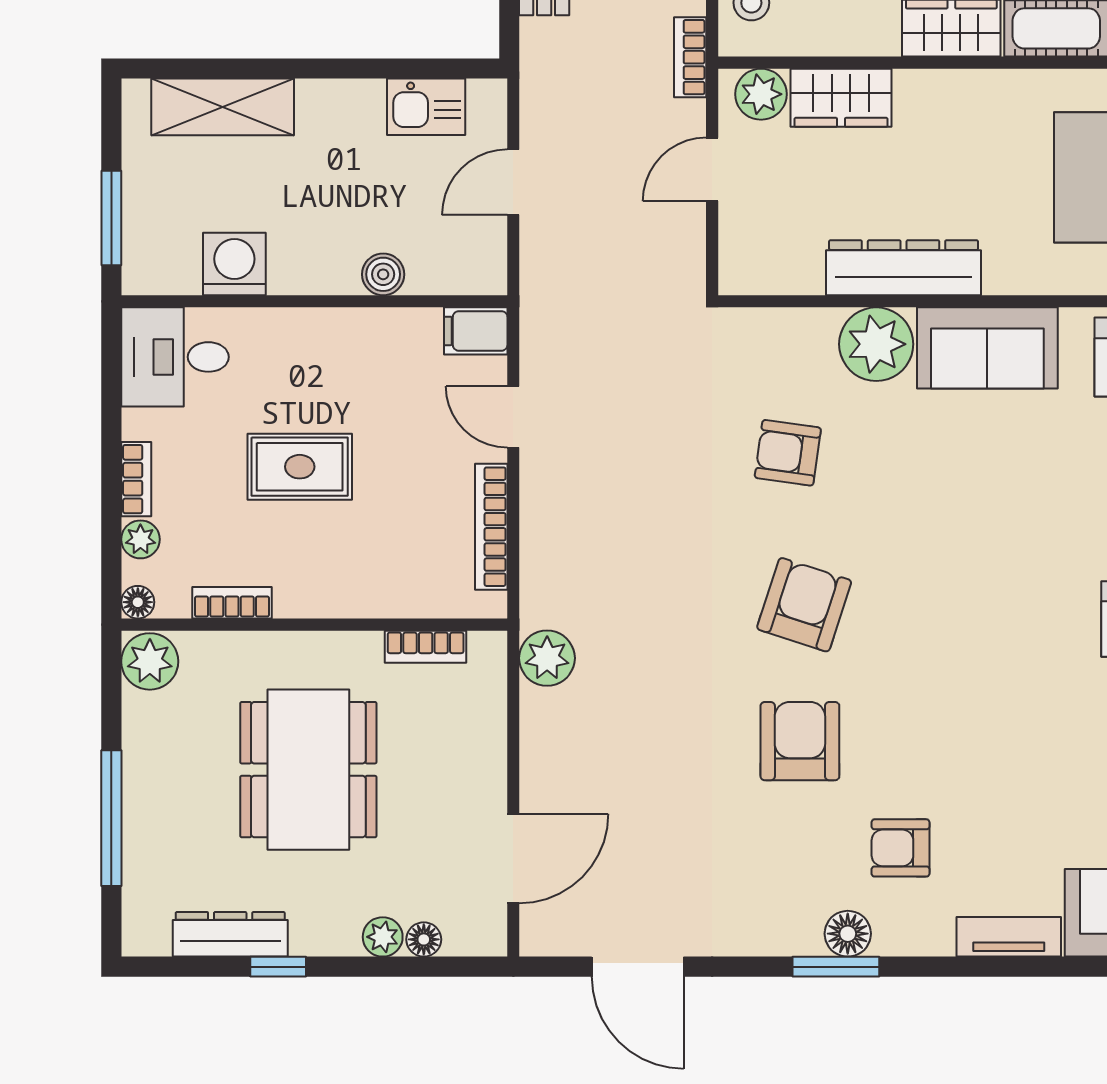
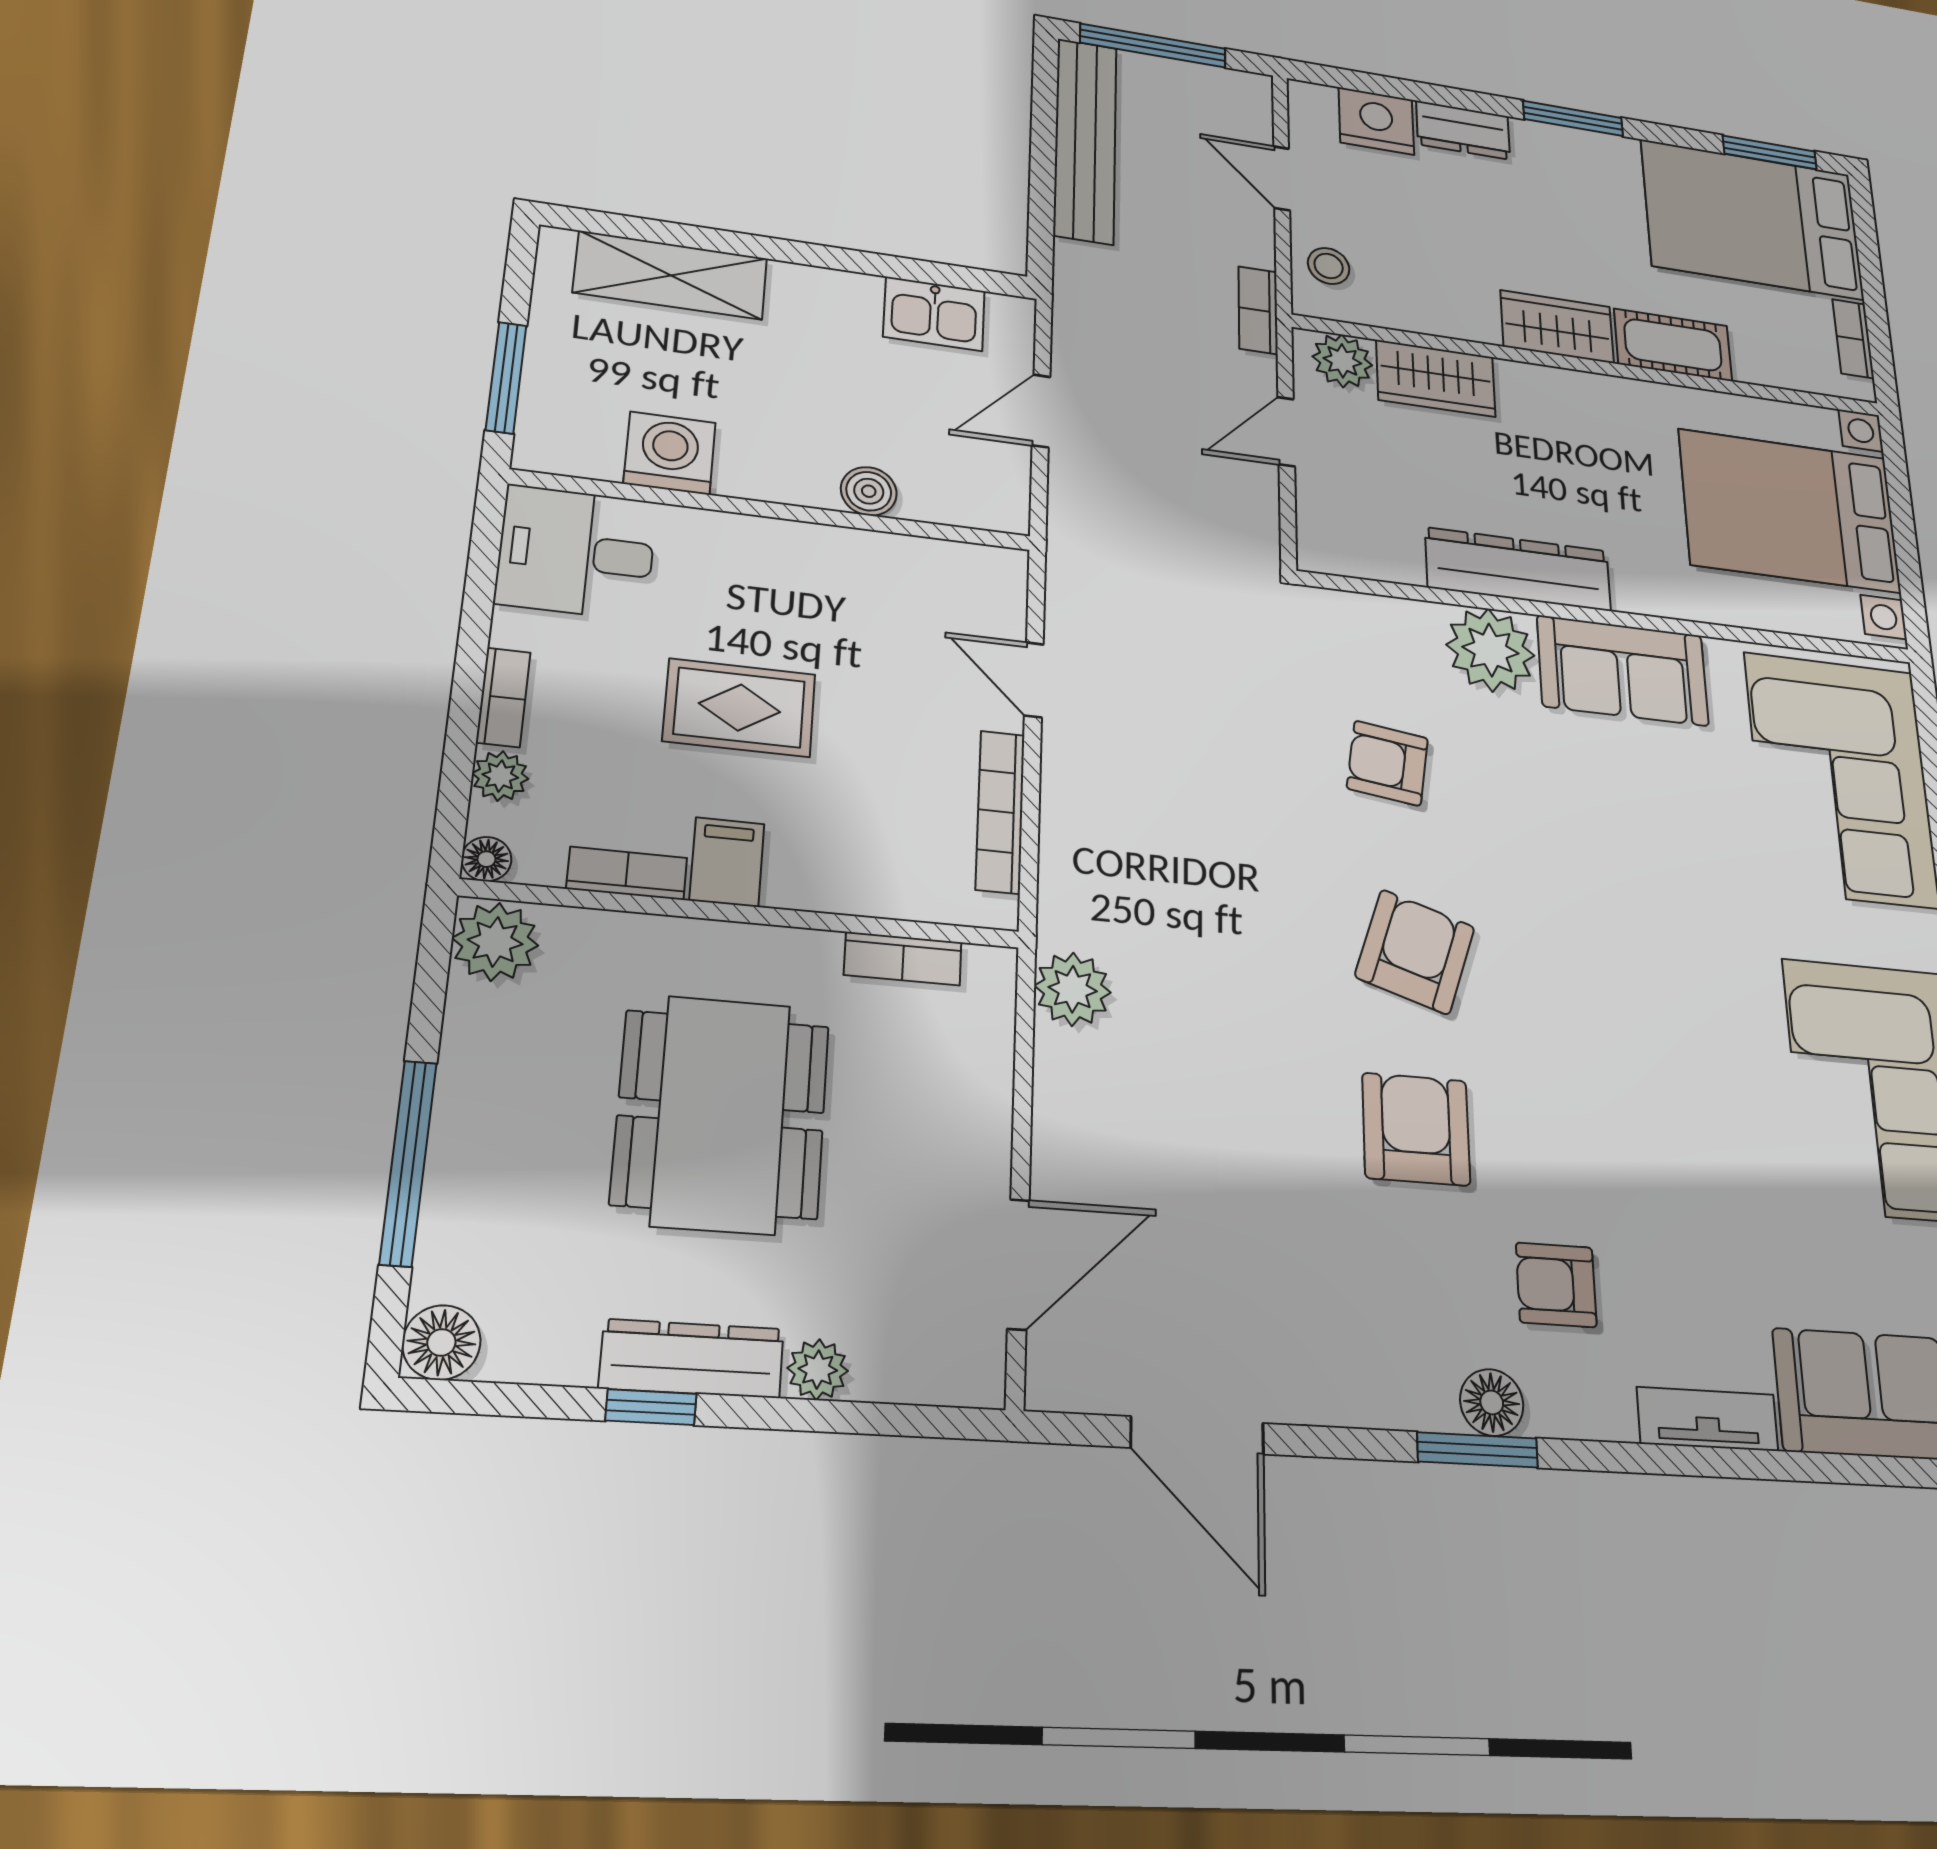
filing cabinet: (476, 331) -> (727, 862), moved, turned 90
dresser: (230, 934) -> (692, 1358), moved
floor lamp: (424, 939) -> (441, 1342), moved, width x1.37, depth x1.37

